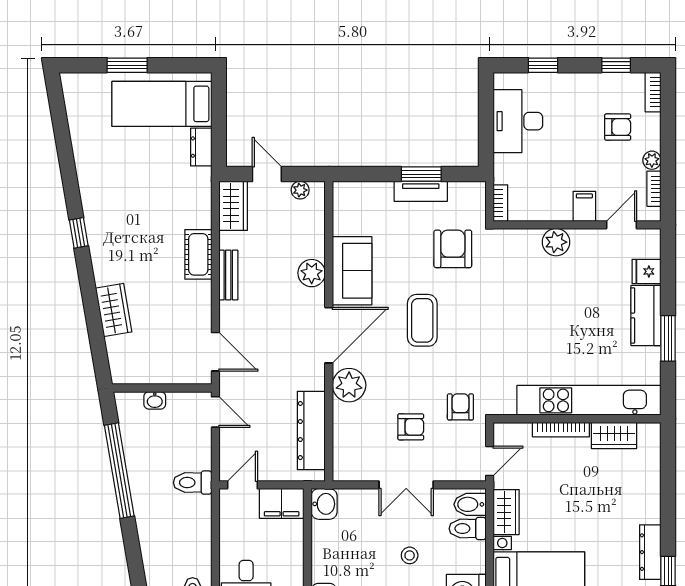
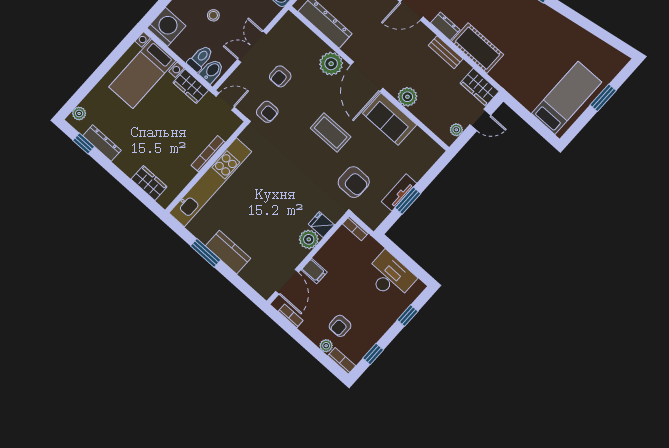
dresser: (201, 147) -> (445, 26), moved
plant: (652, 160) -> (326, 346), moved
door: (621, 225) -> (287, 282), width x1.38
cot: (198, 254) -> (477, 48), width x1.37, depth x1.34
fridge: (647, 271) -> (321, 225), moved, turned -90
wardrobe: (614, 435) -> (149, 183), moved, turned 90
door: (490, 461) -> (225, 102), swing flipped

